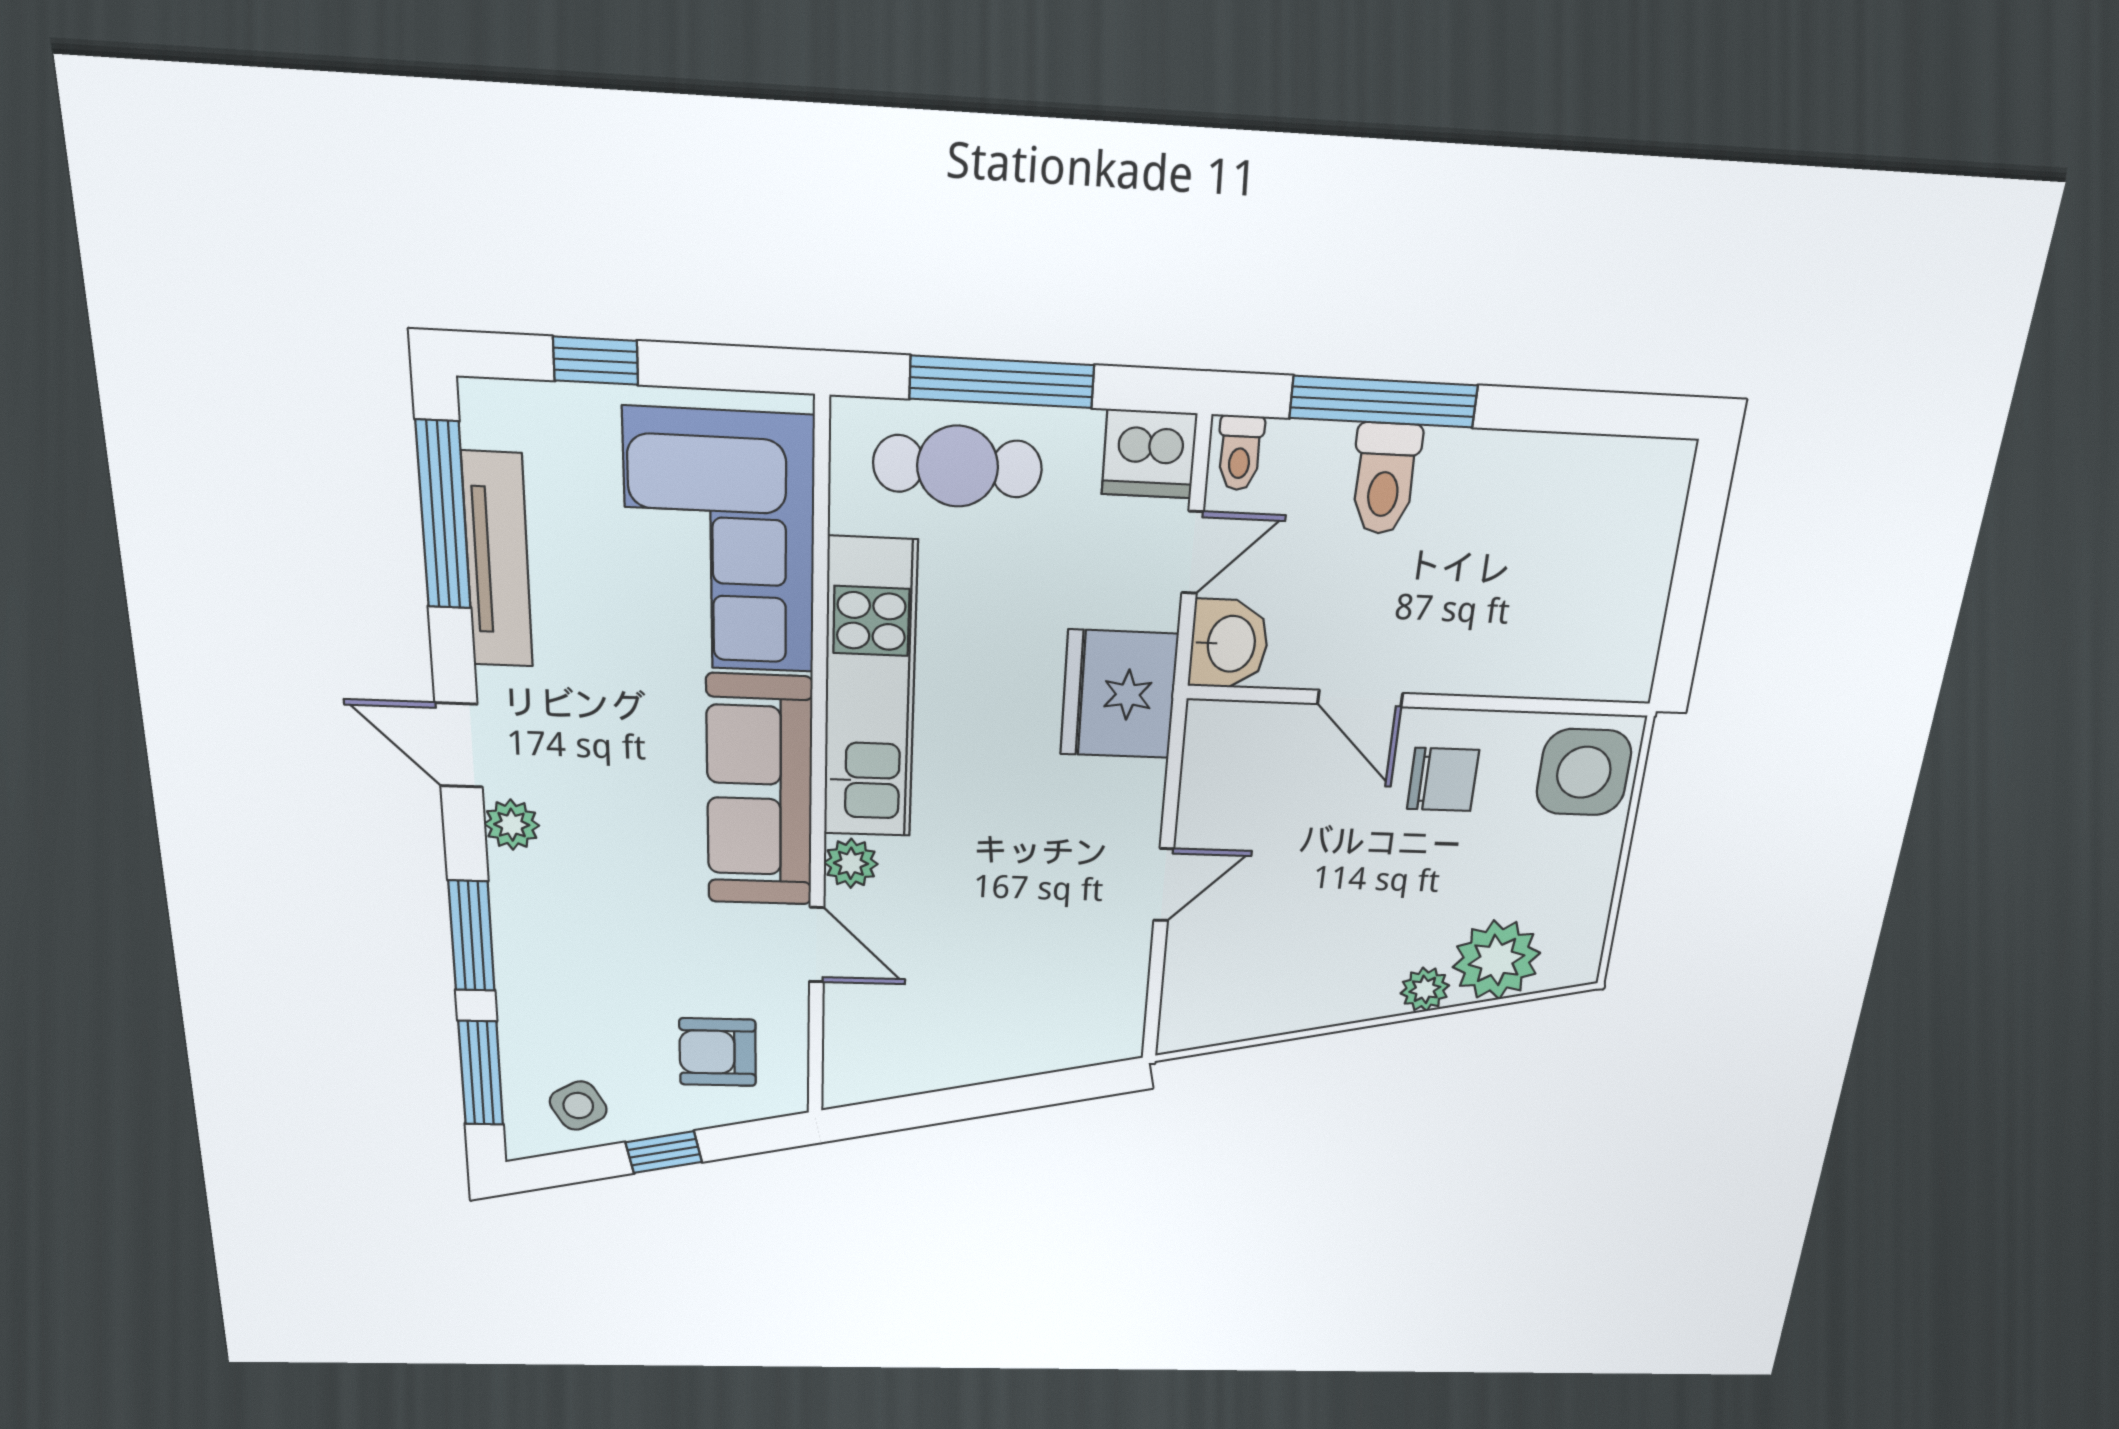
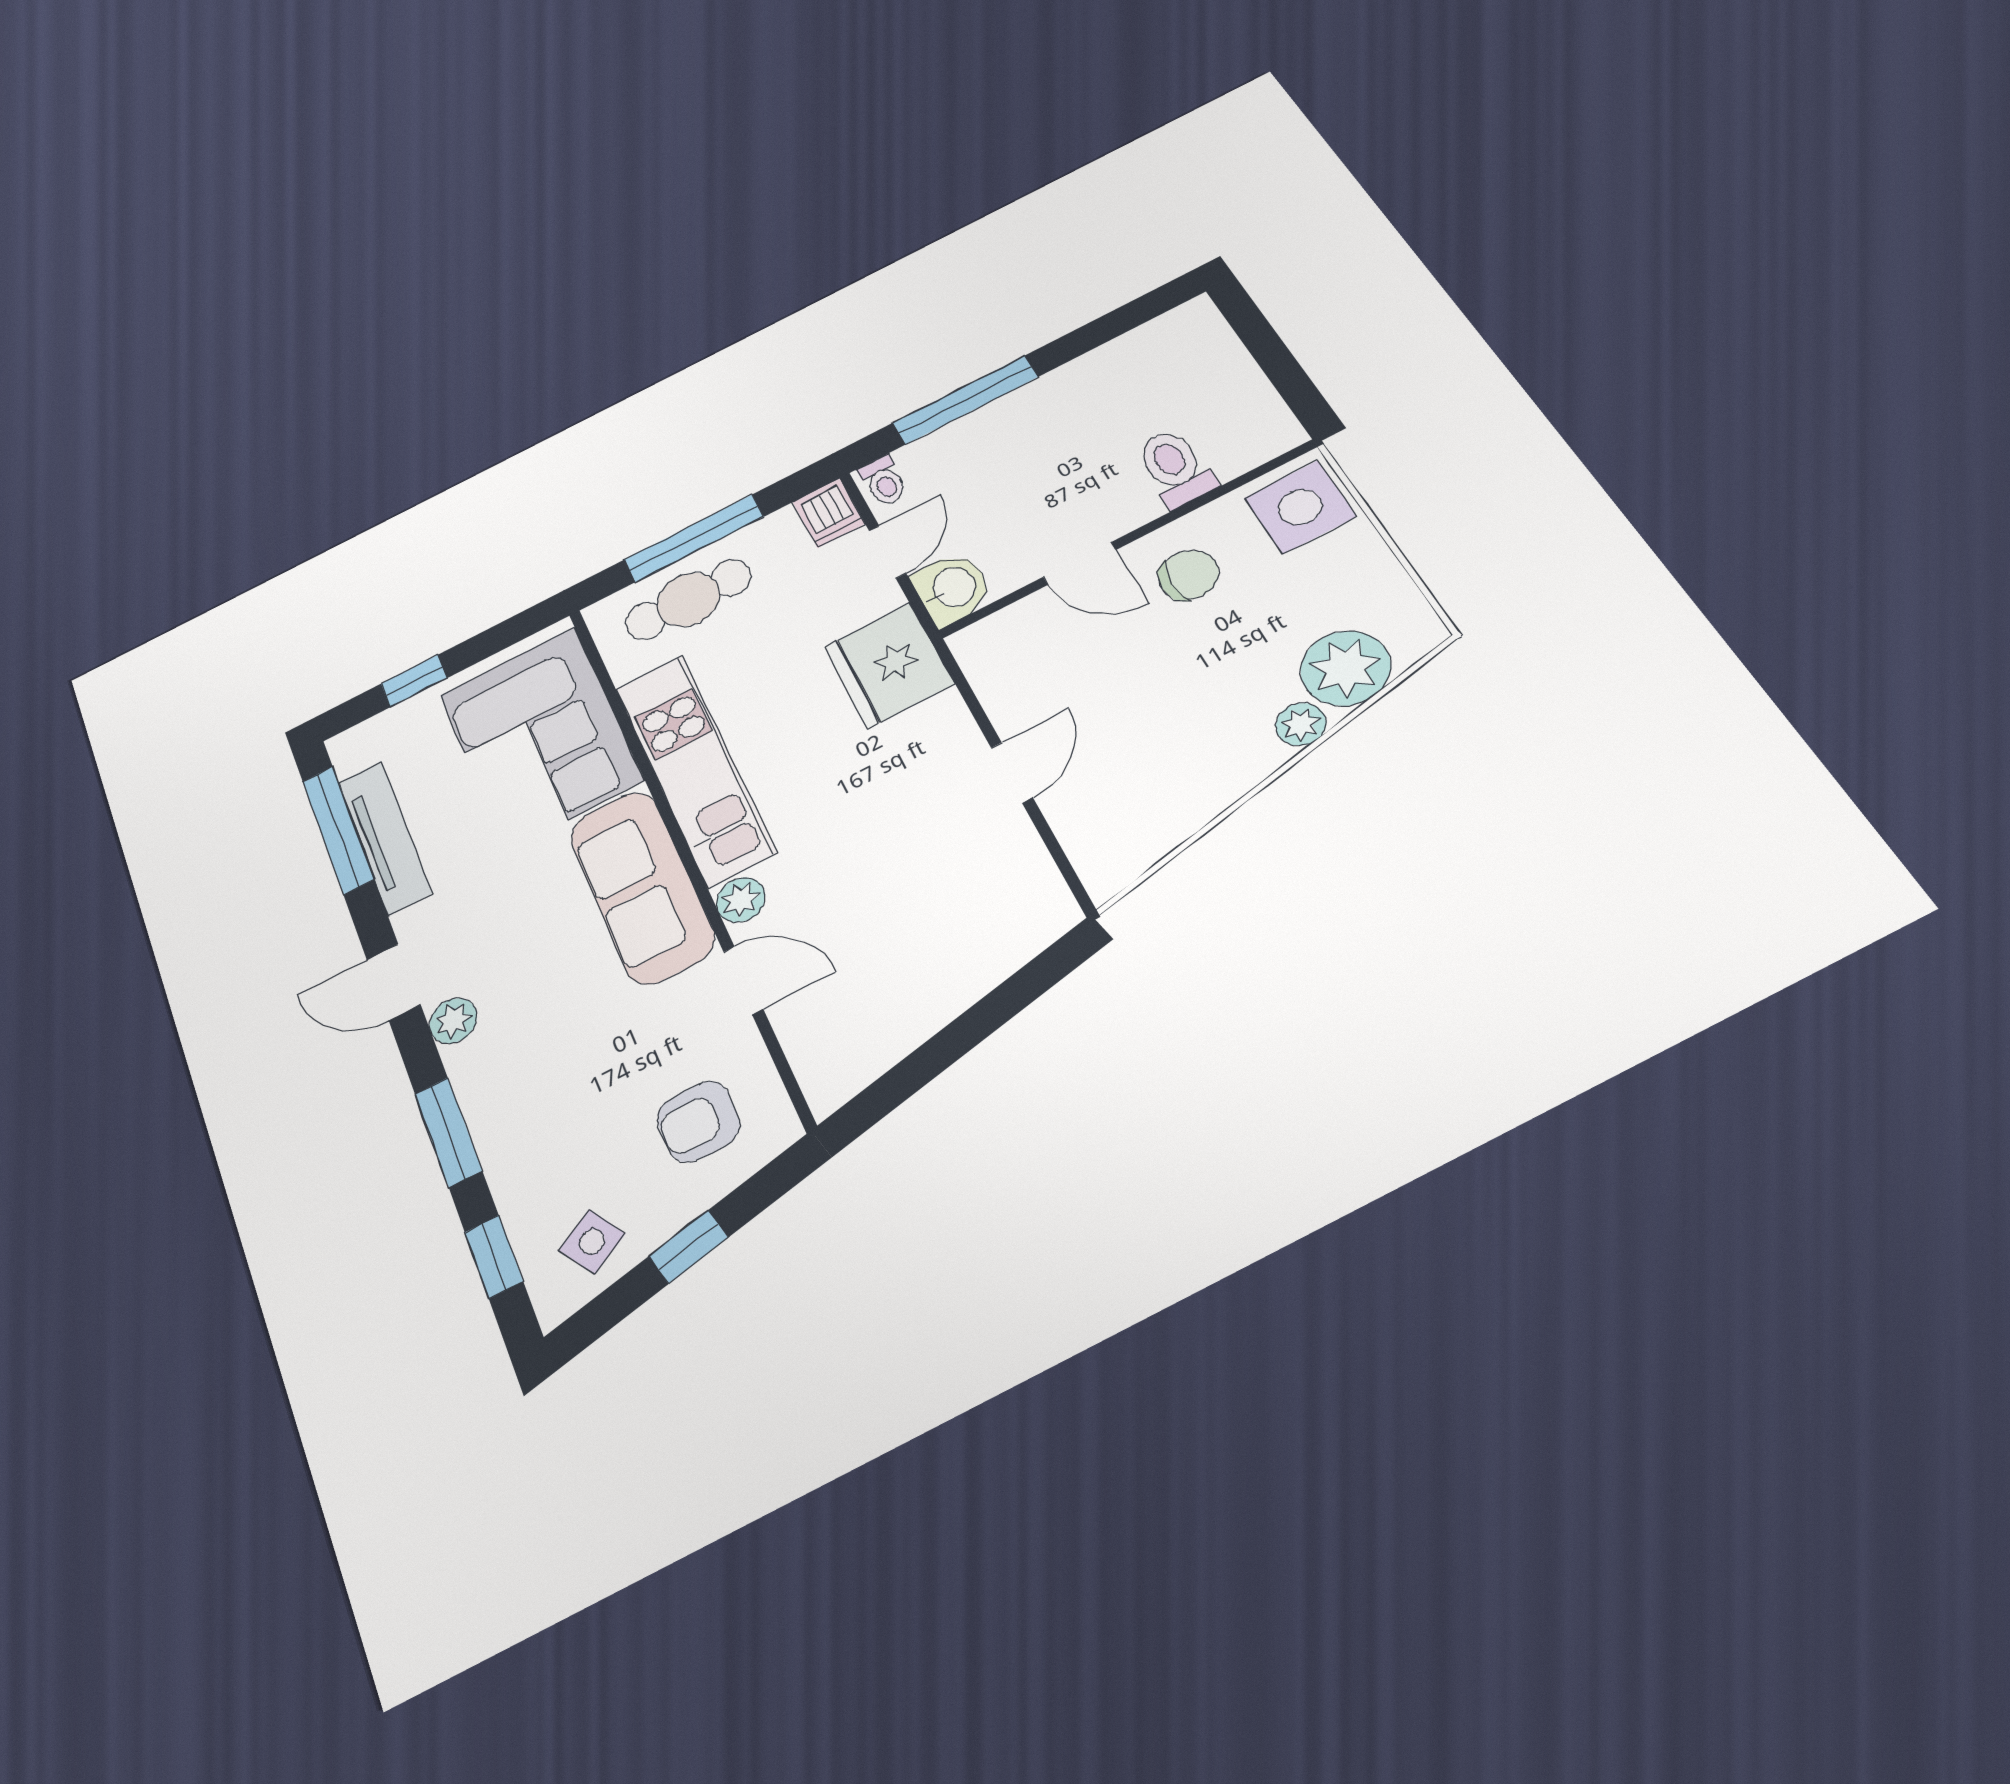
dishwasher: (1149, 454) -> (829, 513), width x0.73
toilet: (1385, 479) -> (1175, 468), moved, turned 180
window: (481, 1073) -> (494, 1257), width x0.67

